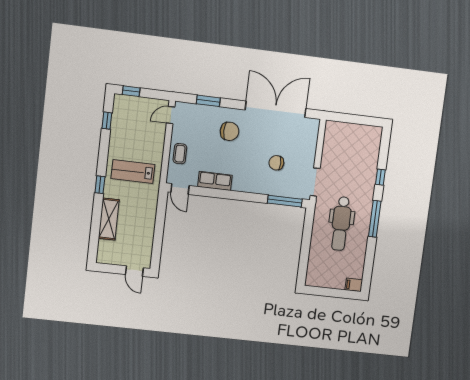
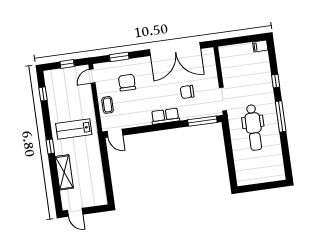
window: (131, 91) -> (67, 64), moved
double door: (276, 109) -> (175, 49), swing flipped
chair: (230, 131) -> (127, 83), moved, turned -90
row of seats: (215, 181) -> (165, 116), moved
door: (134, 271) -> (75, 212), moved
filing cabinet: (354, 285) -> (260, 46), moved

